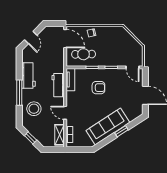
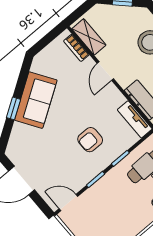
door: (65, 113) -> (105, 71), swing flipped
sofa: (108, 126) -> (36, 100), width x0.73

